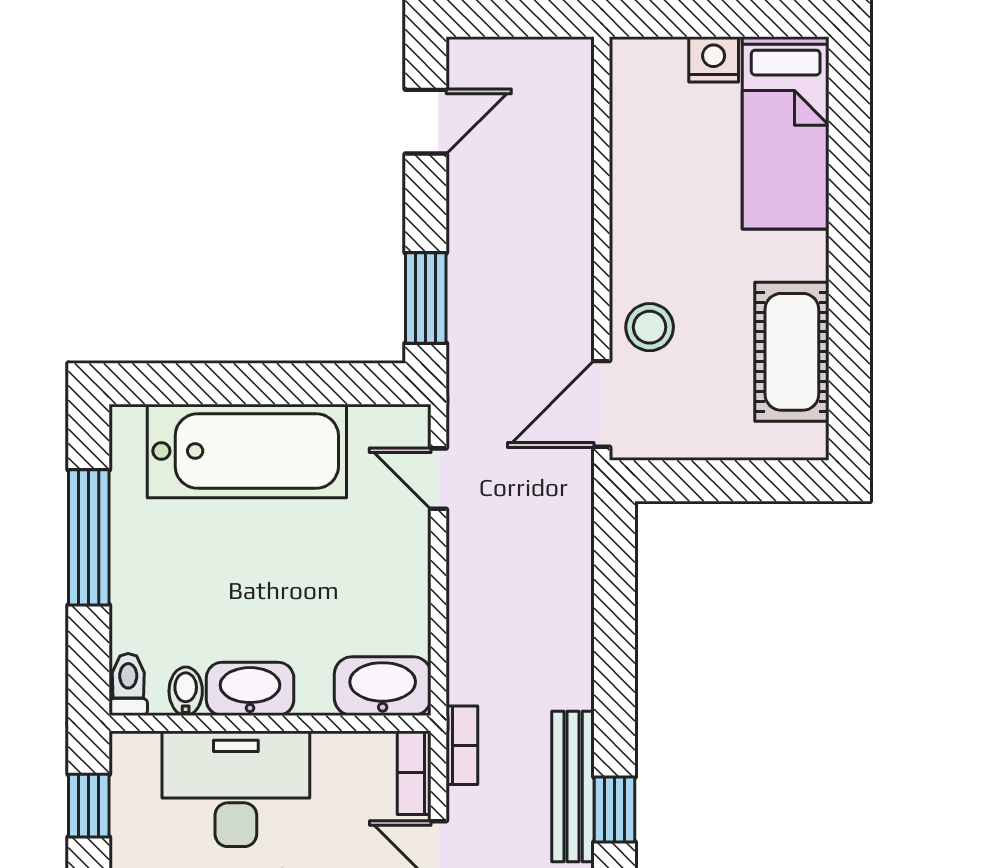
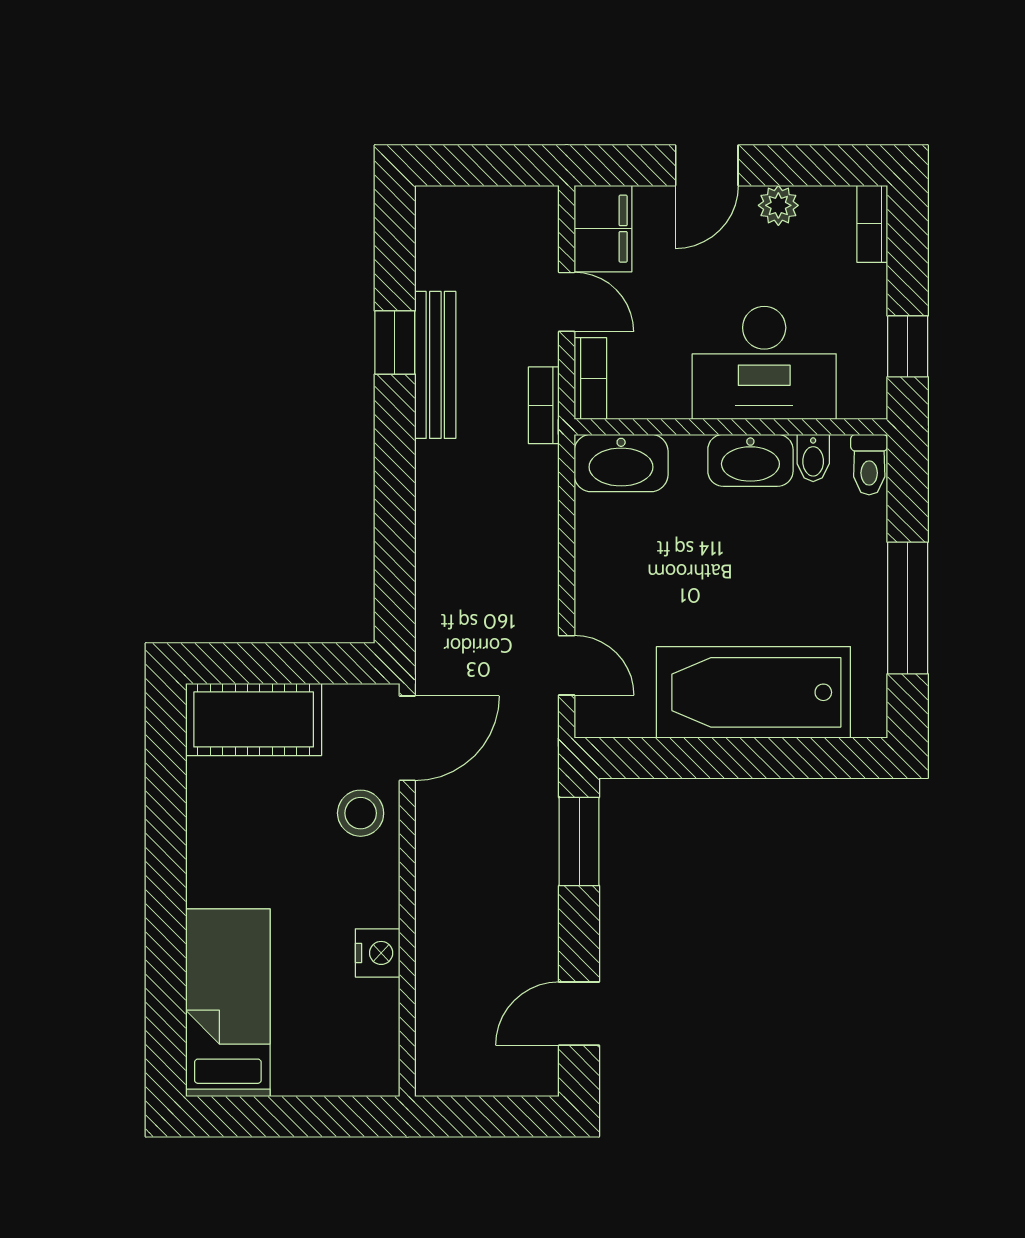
nightstand: (714, 59) -> (378, 953), moved, turned -90
cot: (792, 352) -> (254, 719), moved, turned 90

